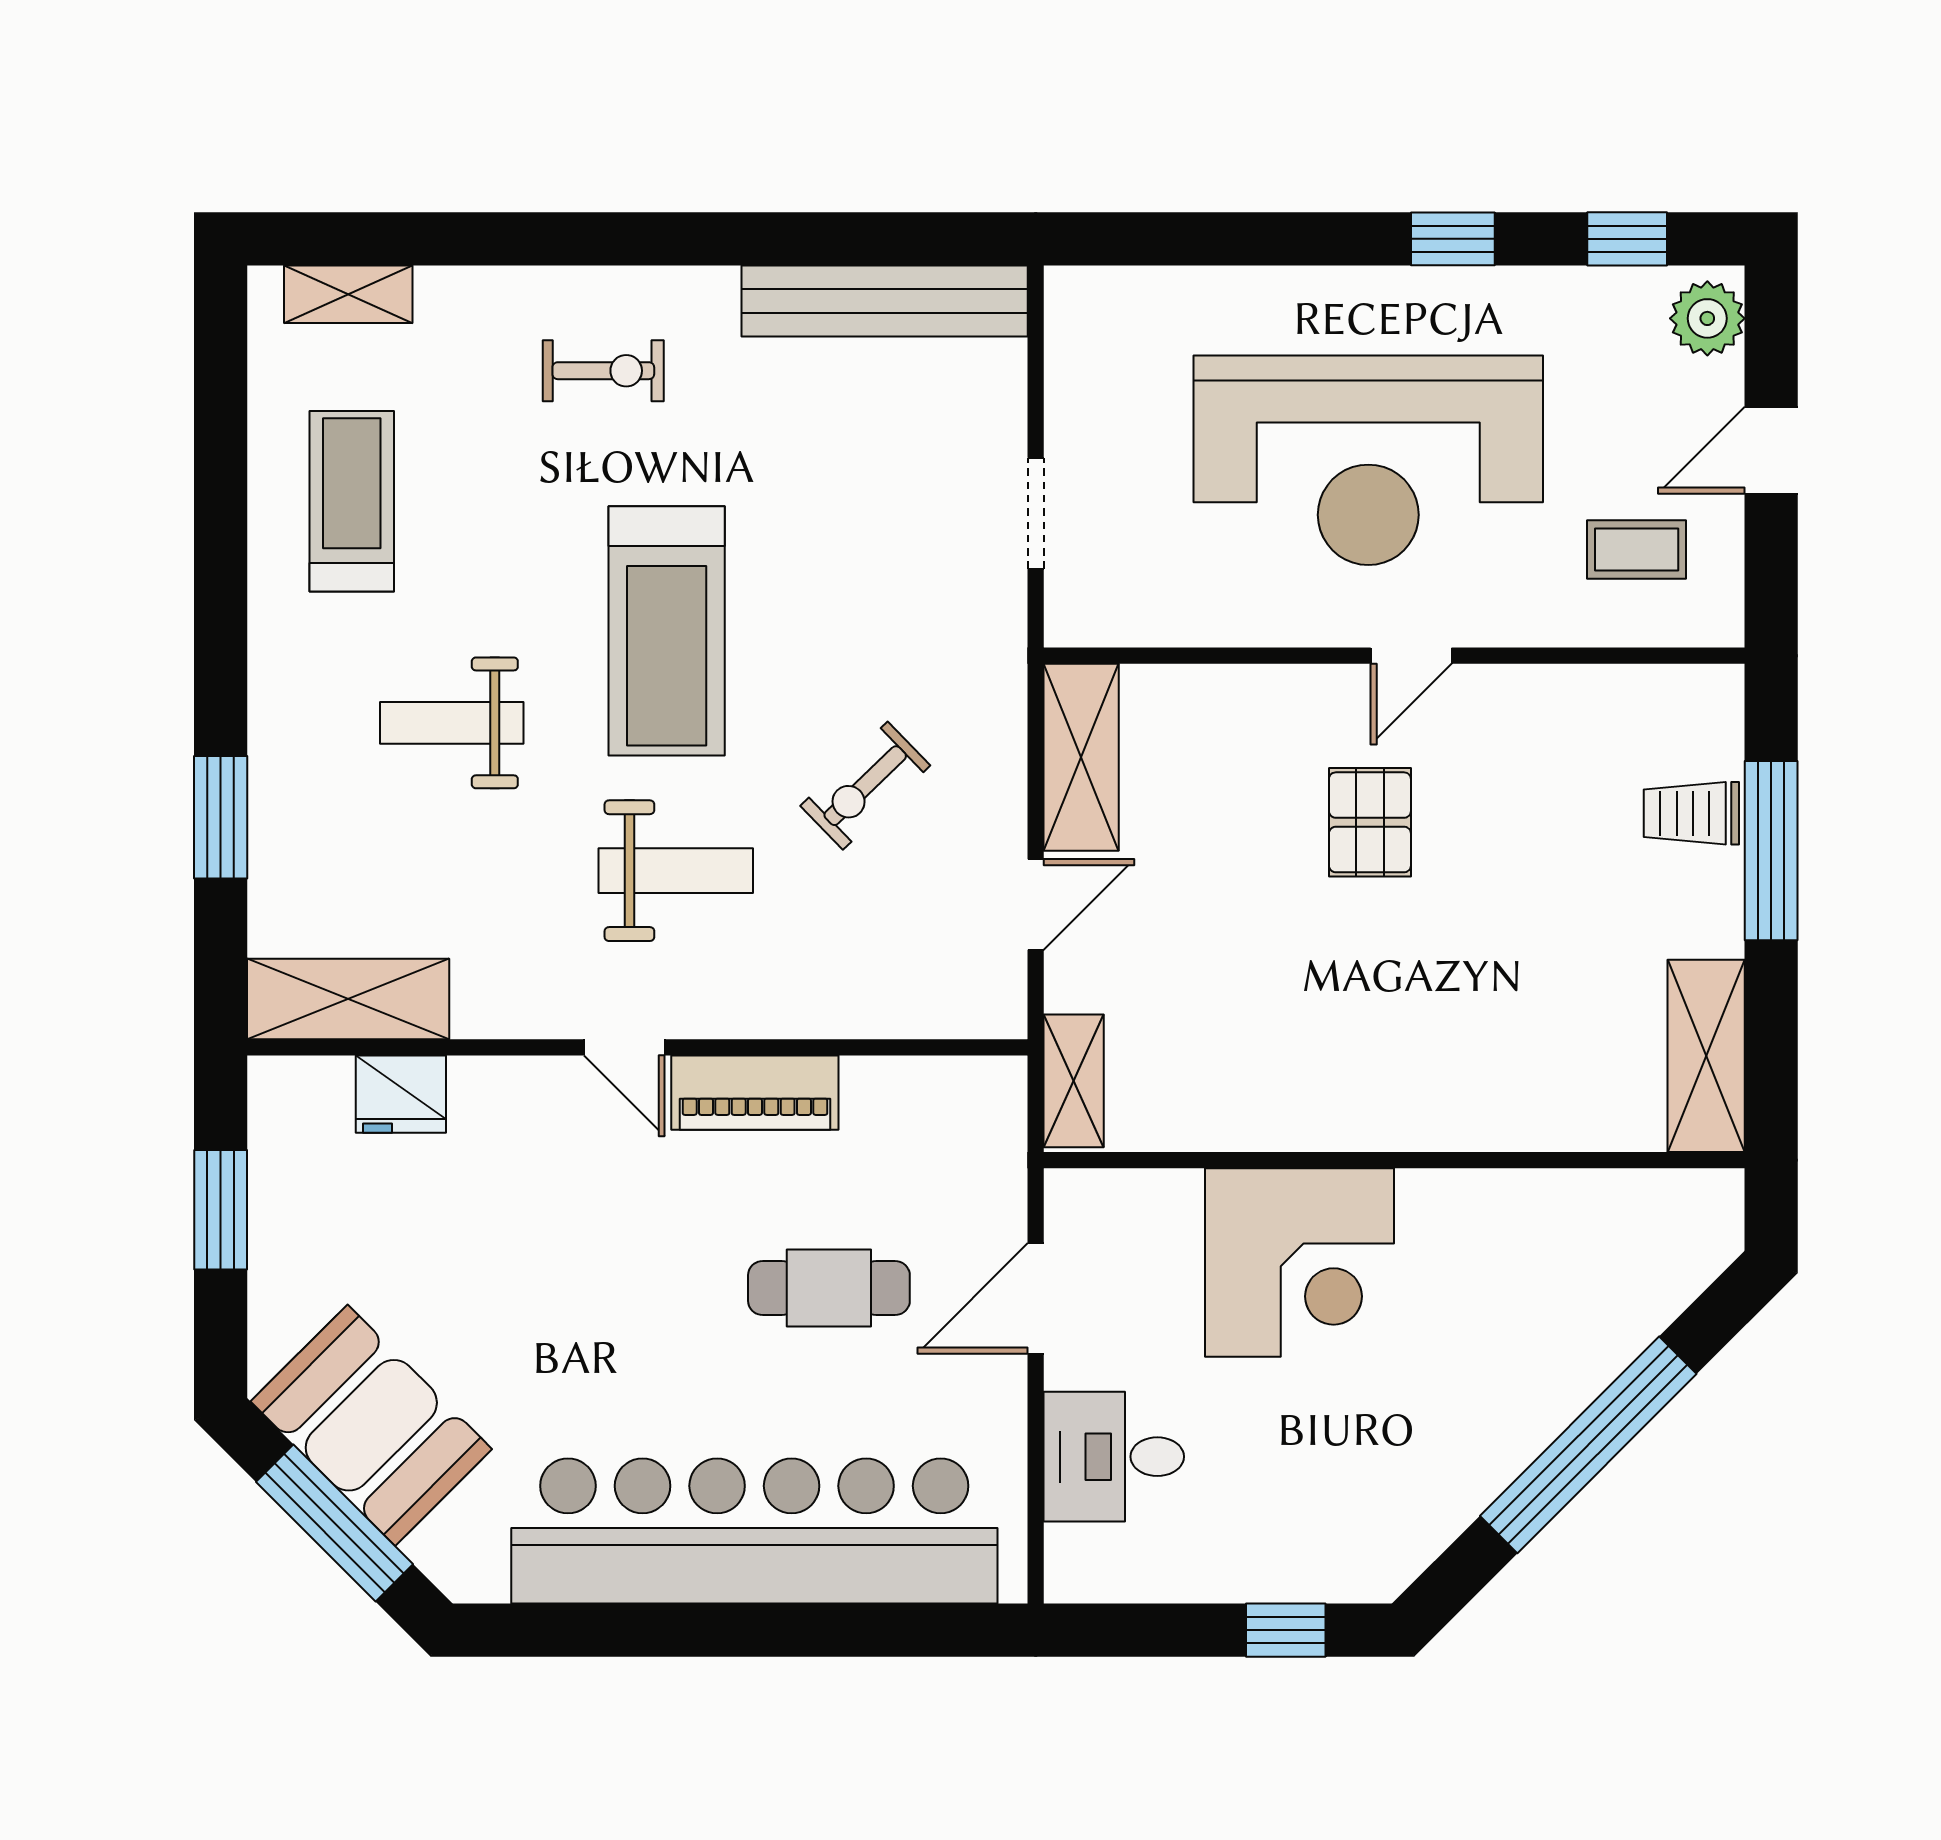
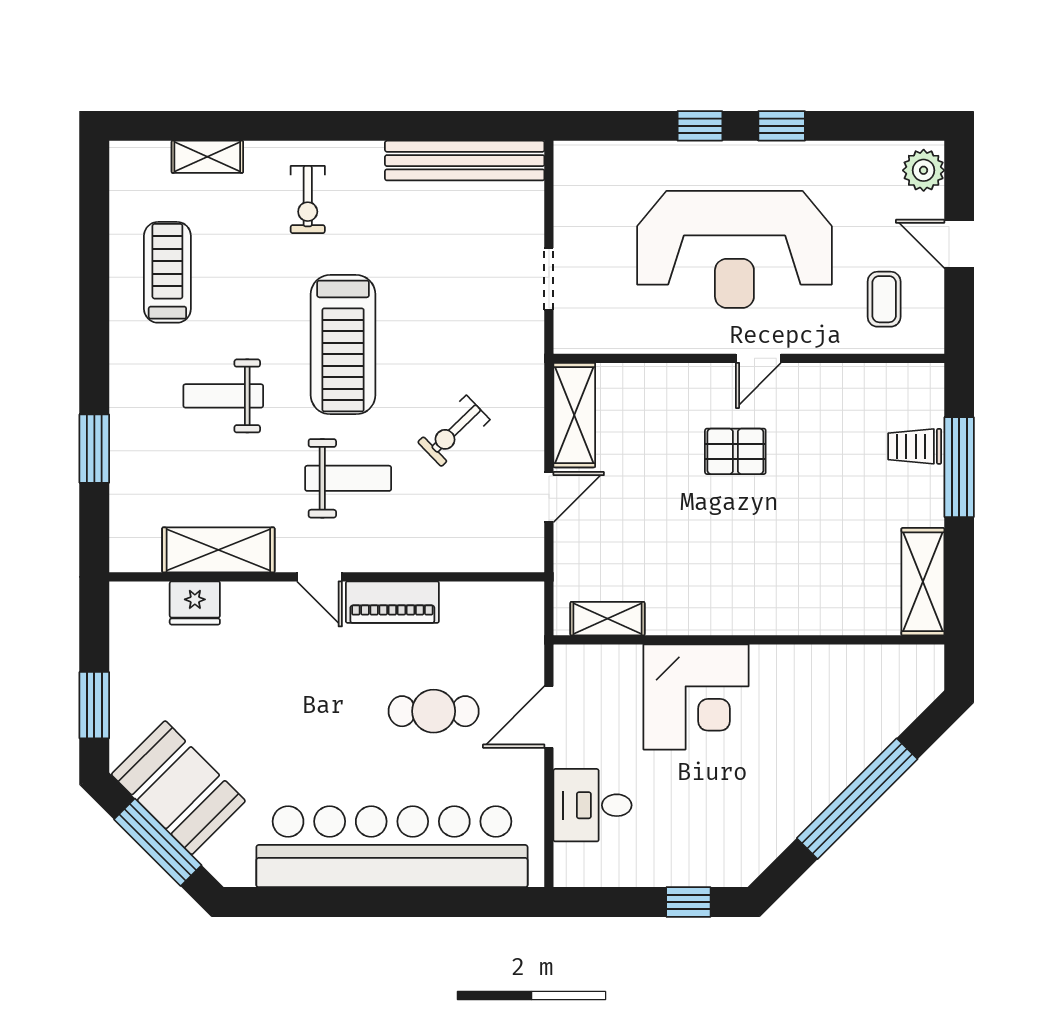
window: (1627, 239) -> (700, 126), moved
shelving: (348, 294) -> (207, 157), moved
exercise bike: (603, 371) -> (308, 199), turned 90
door: (1771, 450) -> (959, 244), hinge flipped
coffee table: (1637, 550) -> (884, 299), turned 90
pallet: (1370, 822) -> (735, 451), turned 90
shelving: (348, 999) -> (218, 550), moved
shelving: (1074, 1081) -> (607, 619), moved, turned 90
window: (221, 1210) -> (94, 705), moved

